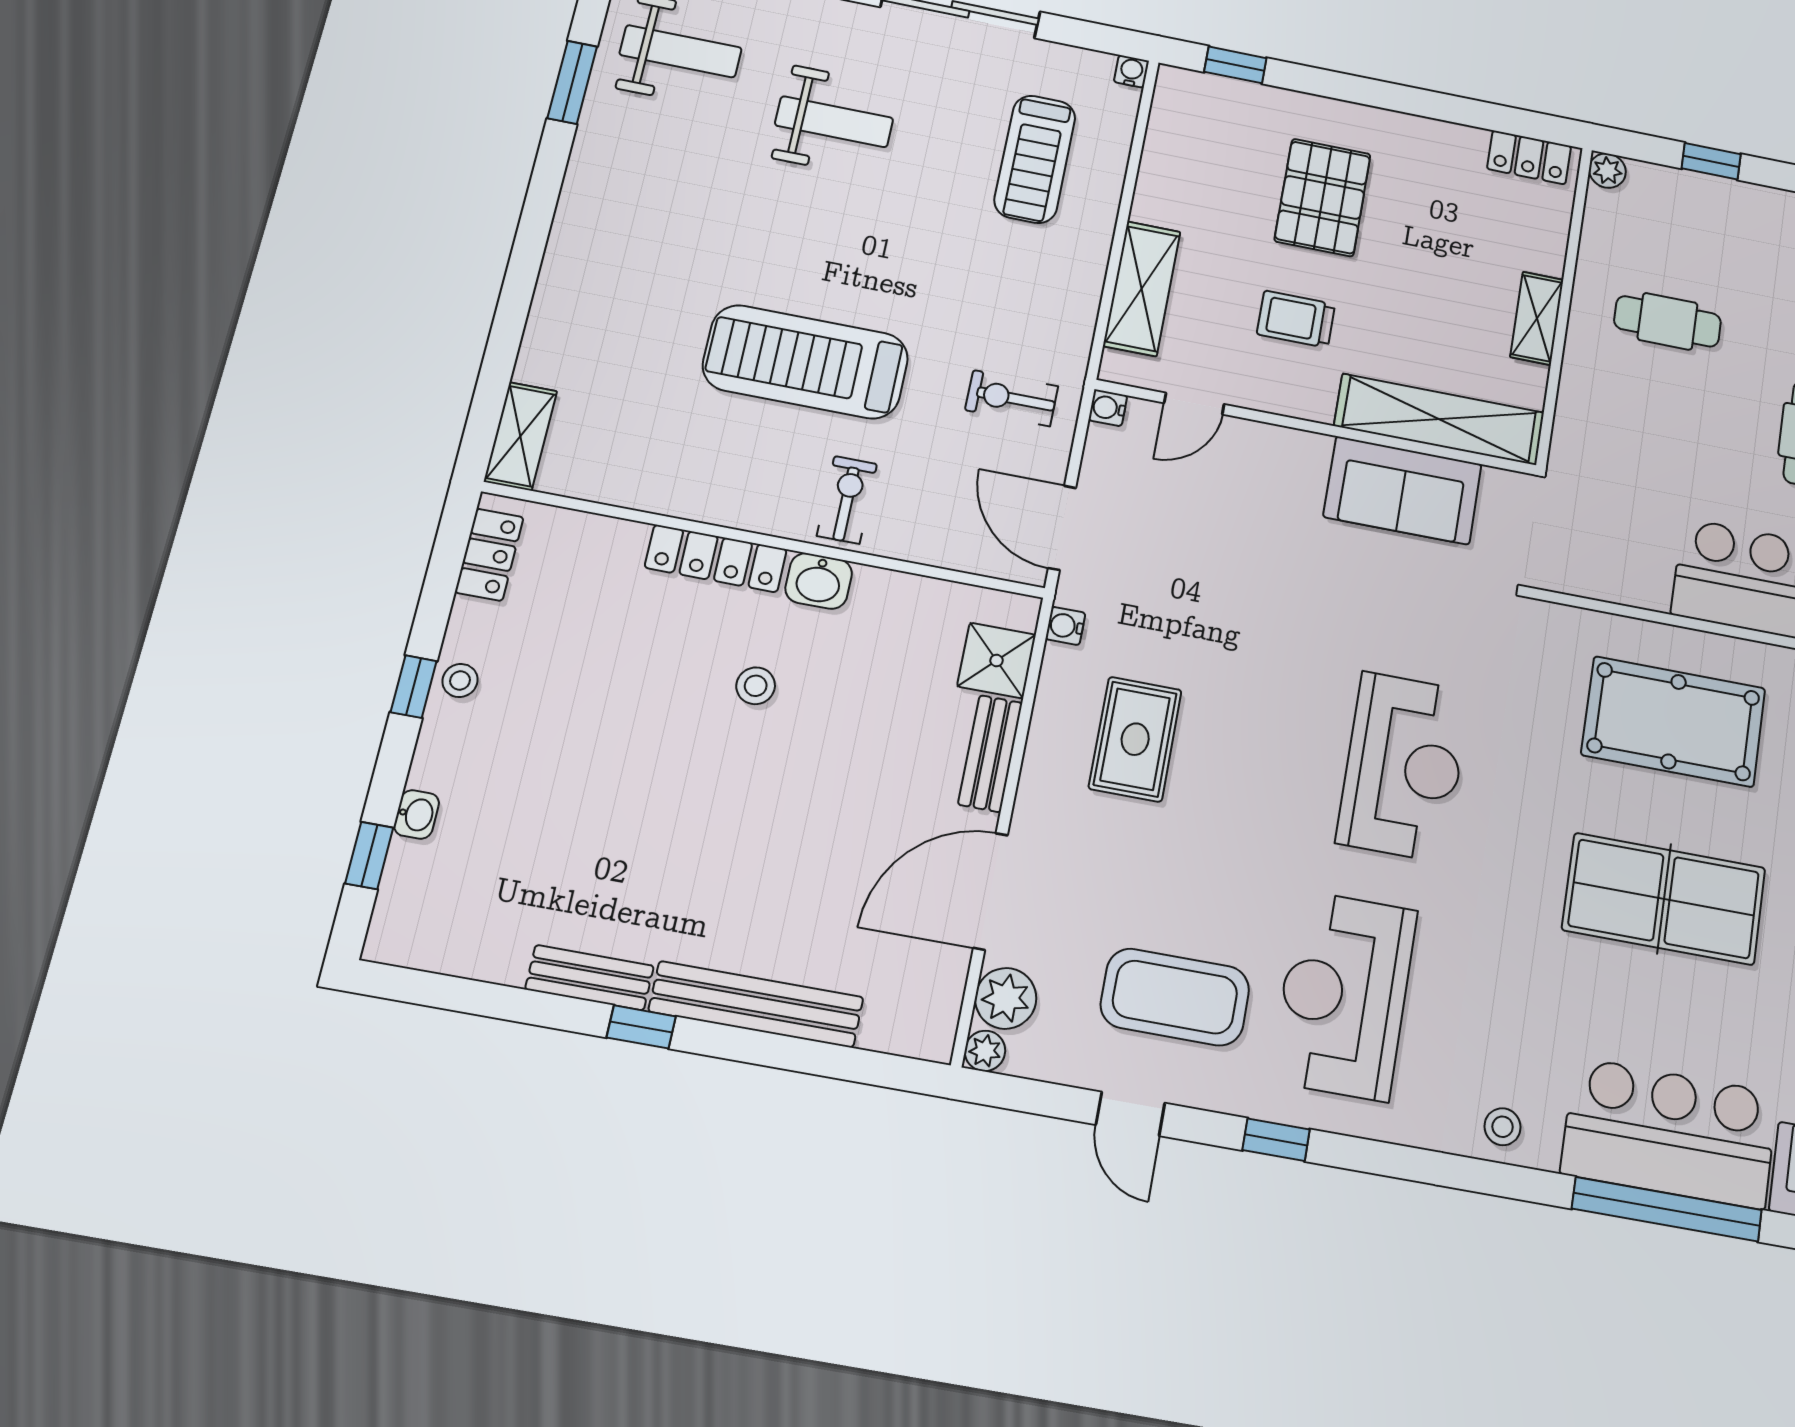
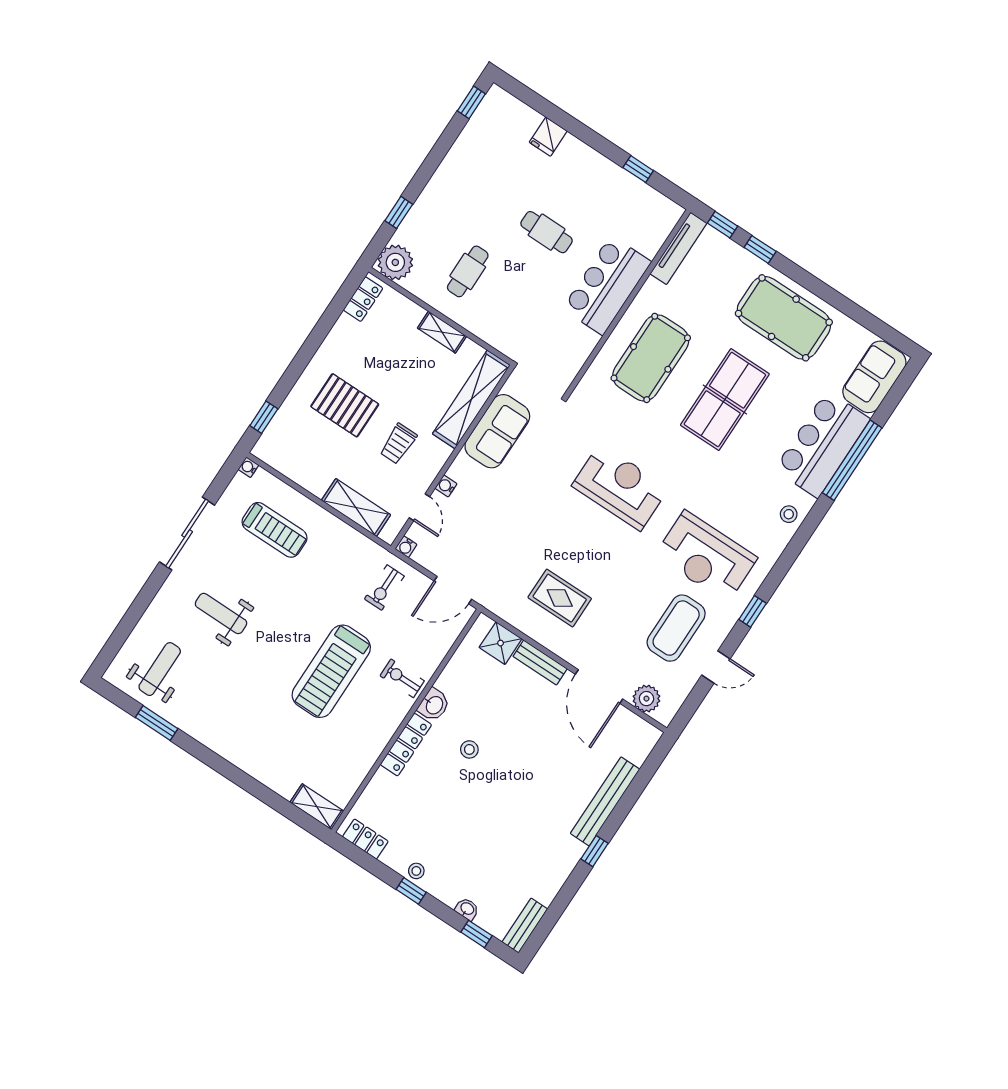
weight bench: (834, 122) -> (221, 613), turned -90
plant: (1607, 171) -> (395, 262), width x1.88, depth x1.88
water cooler: (1065, 626) -> (446, 486), moved, turned 90
bench: (590, 978) -> (525, 926), moved
plant: (985, 1051) -> (664, 716), removed

